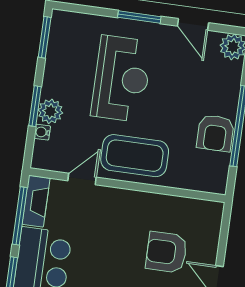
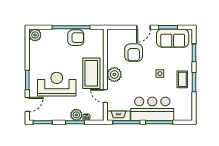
door: (193, 24) -> (27, 105), moved
plant: (125, 204) -> (114, 75), added

